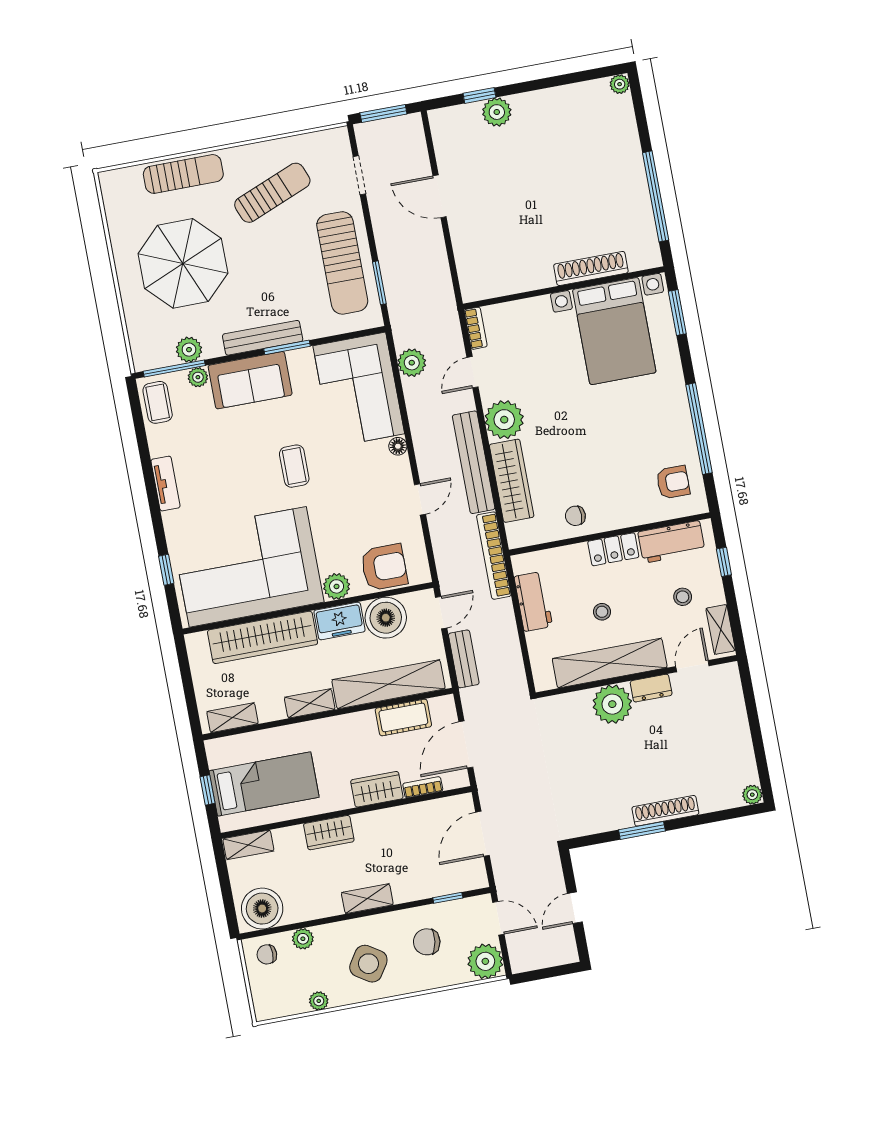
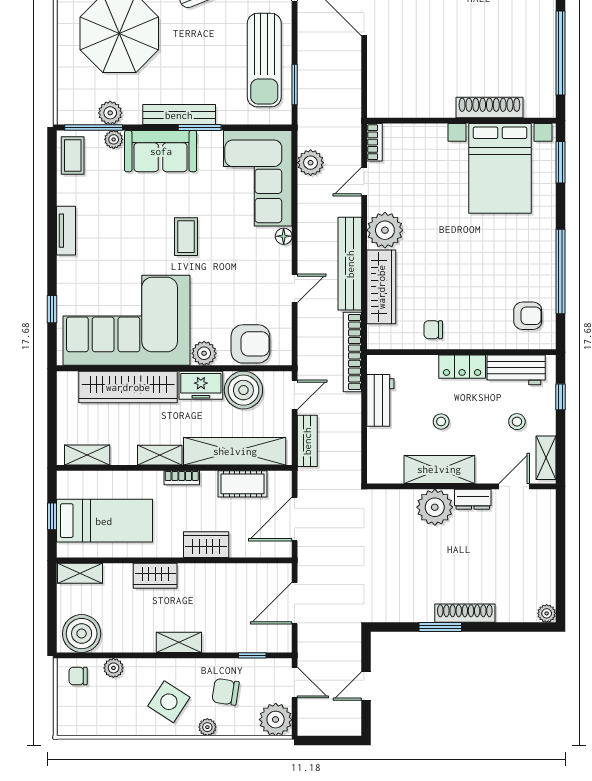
shelving: (610, 663) -> (439, 469), width x0.68
bookcase: (423, 787) -> (182, 478), moved, turned 180
plant: (319, 1001) -> (207, 727), moved

